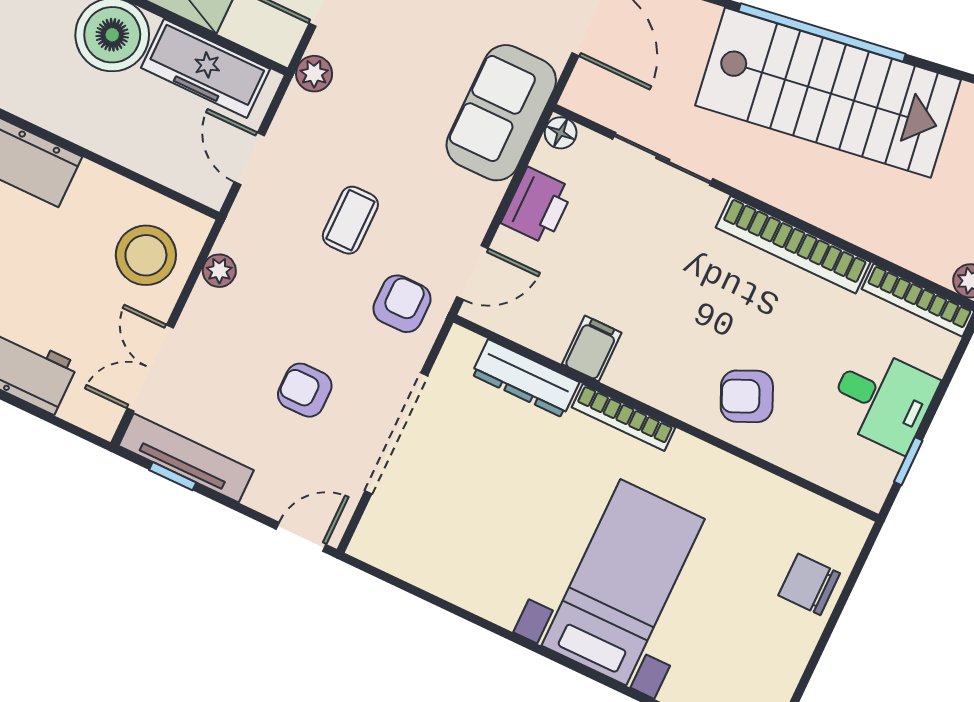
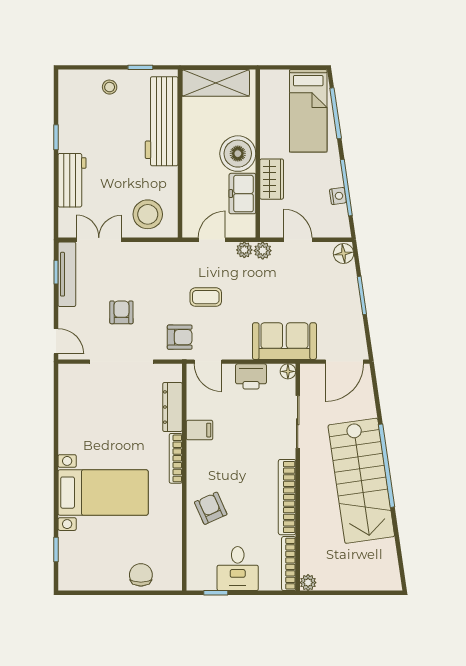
freezer: (206, 68) -> (242, 194), width x0.71
plant: (219, 271) -> (244, 250), moved

